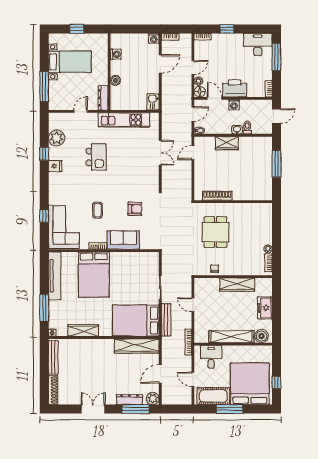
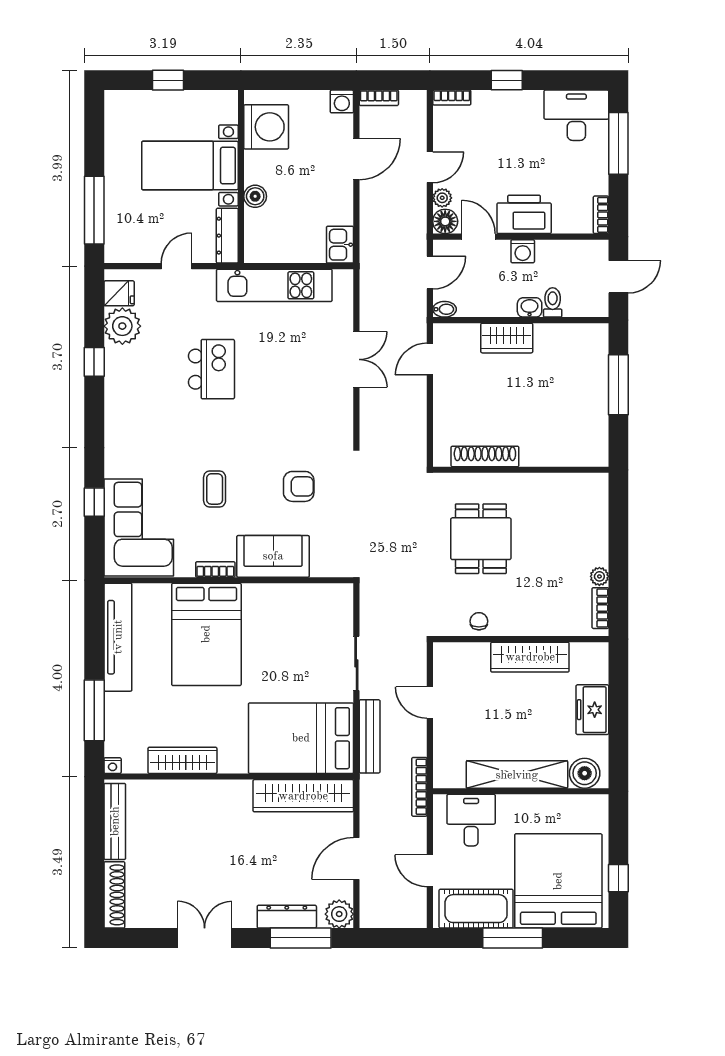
washing machine: (116, 54) -> (266, 127), width x1.89, depth x1.89
bed with nightstands: (70, 62) -> (190, 166), moved, turned 180
fridge: (55, 166) -> (119, 293), moved

